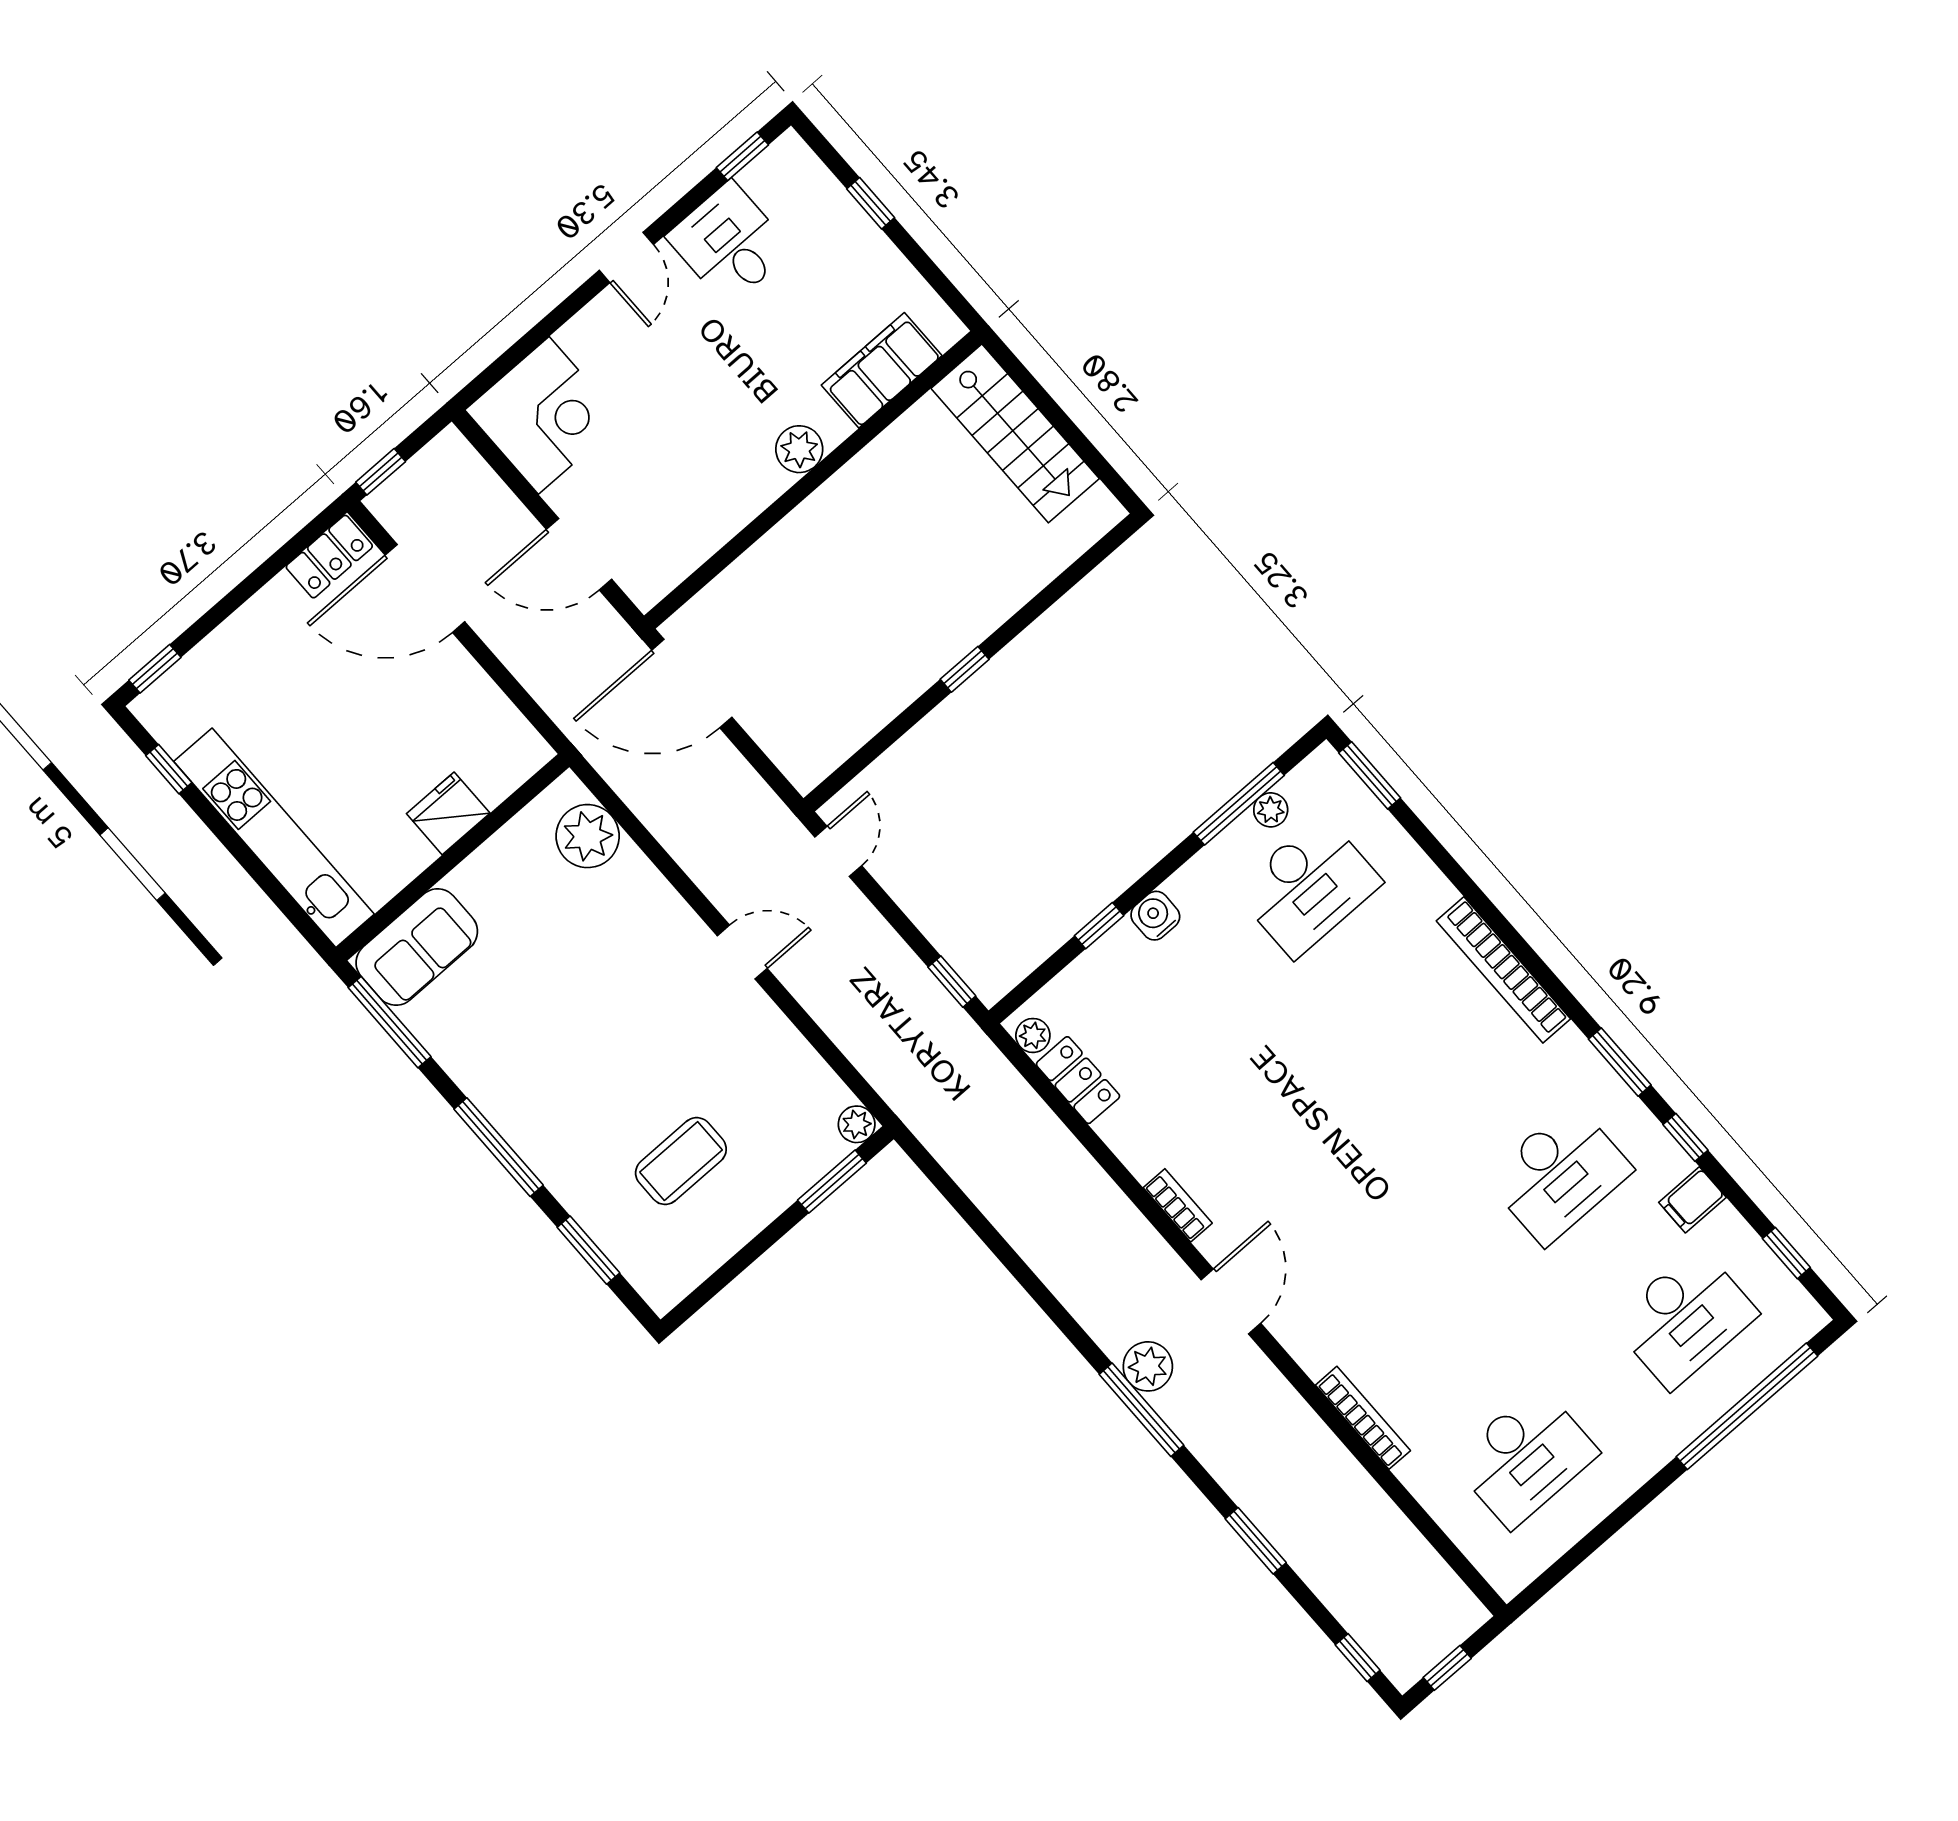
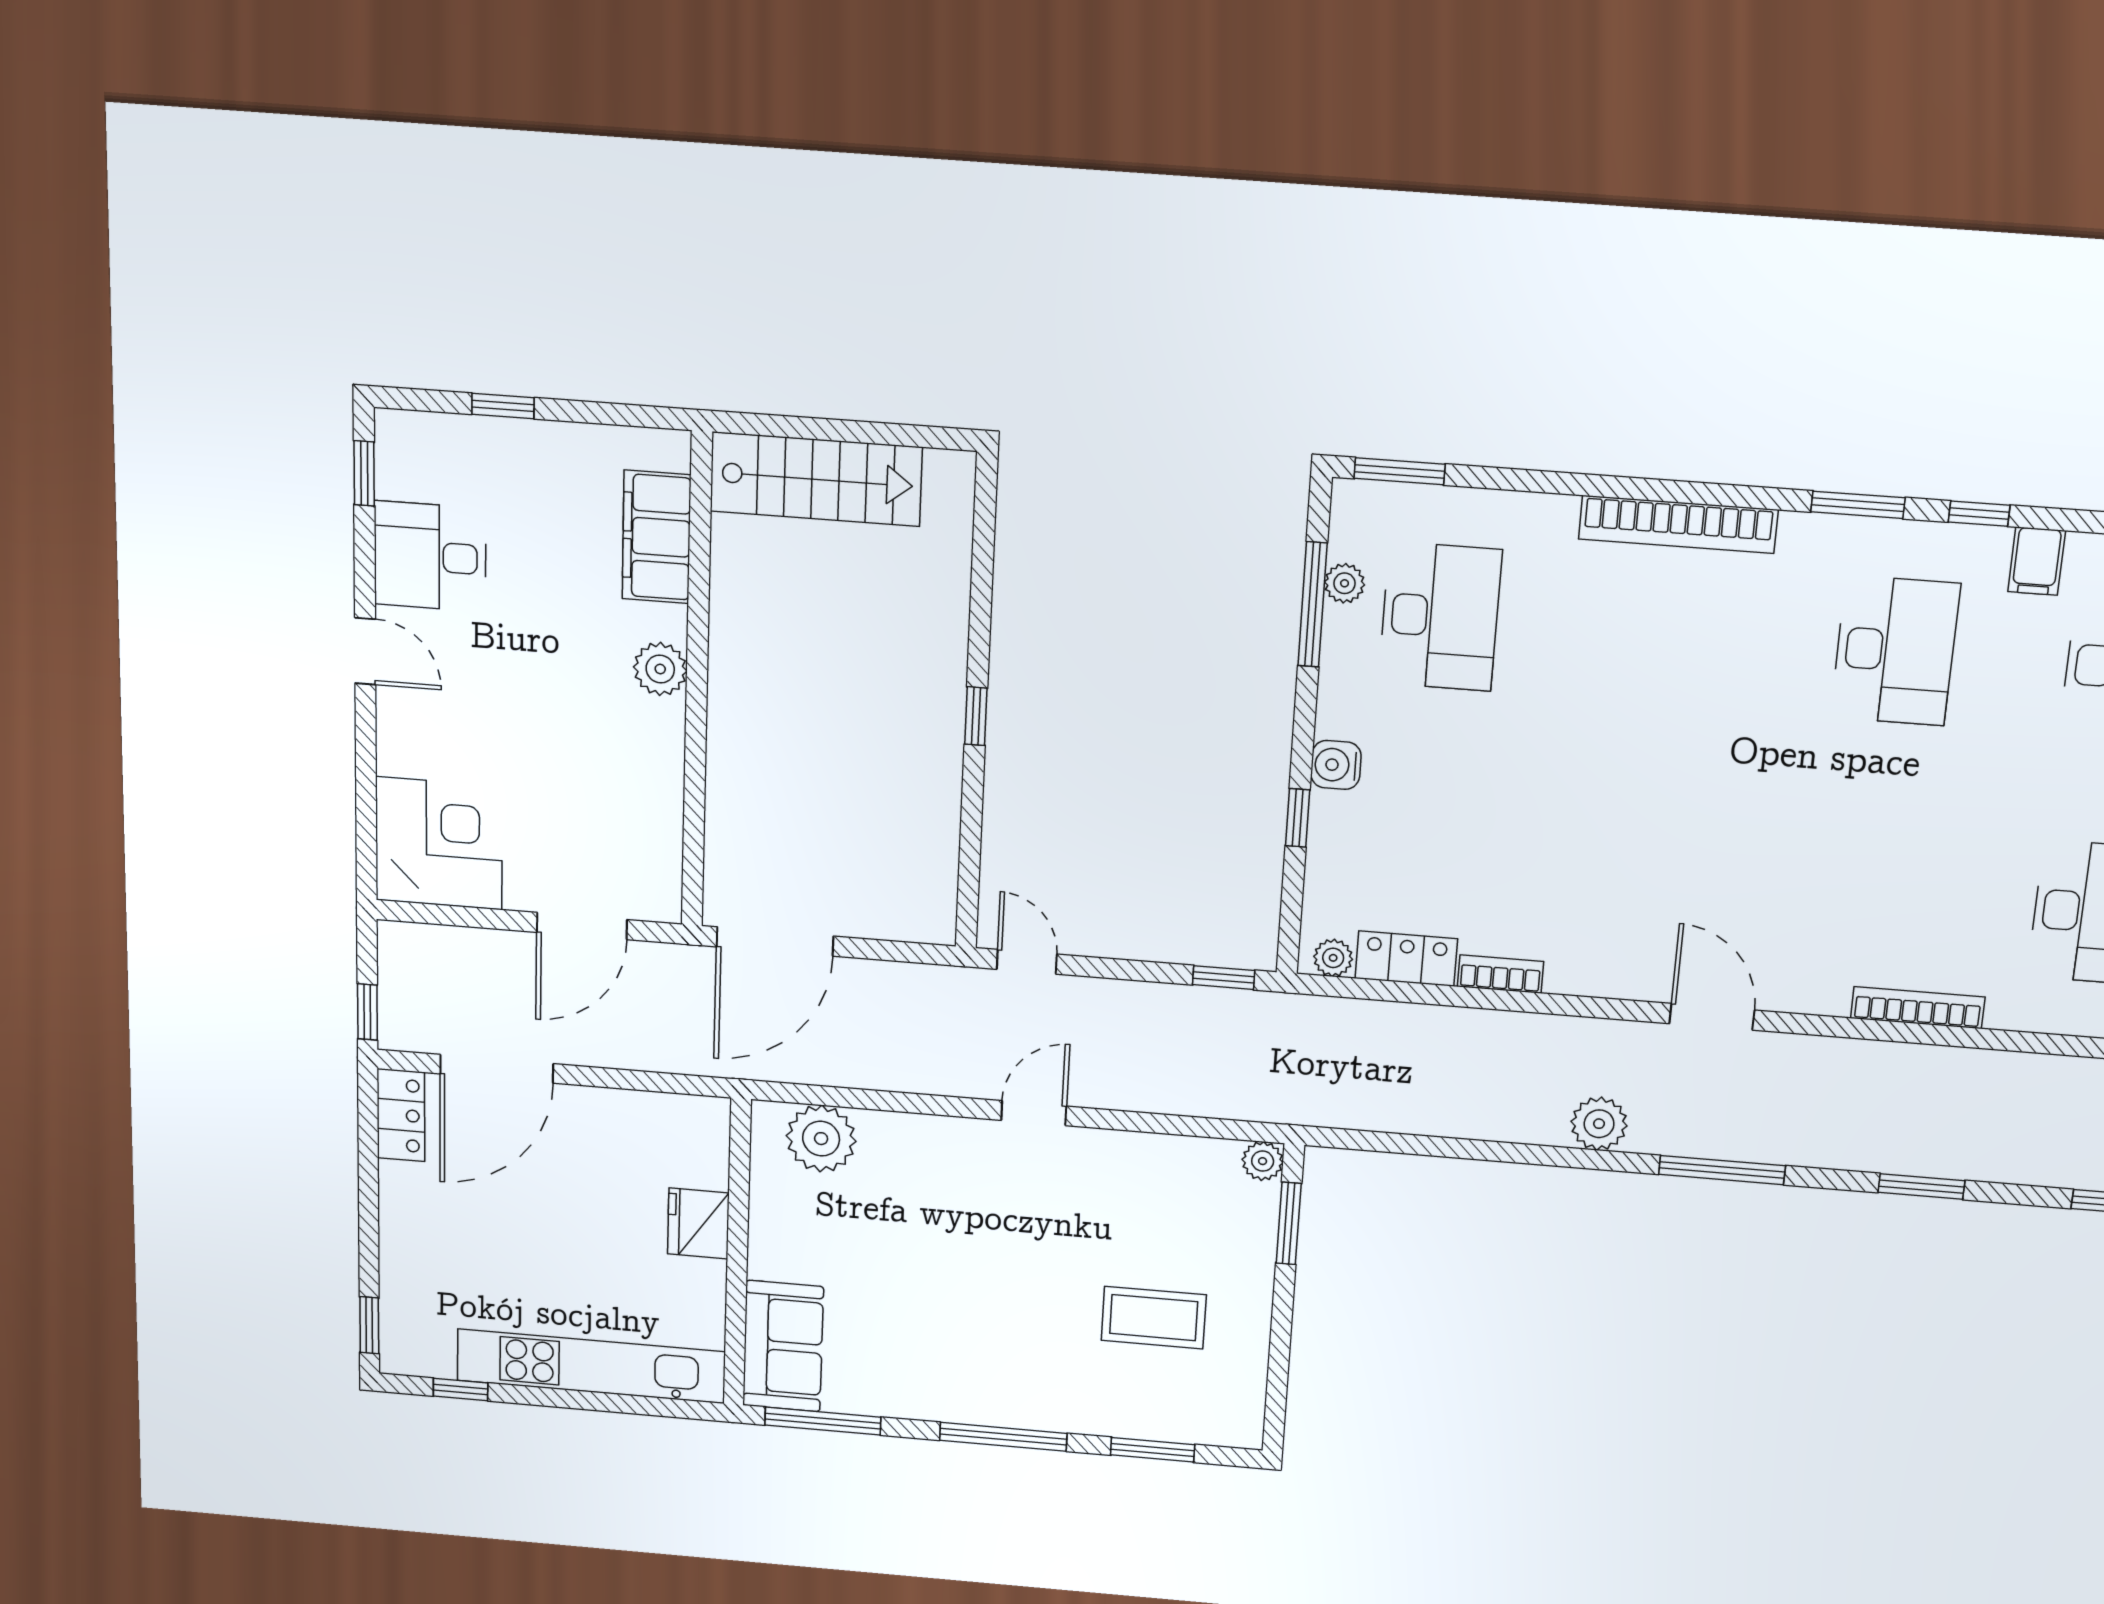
coffee table: (681, 1161) -> (1154, 1318), turned 90
bookcase: (1178, 1205) -> (1501, 974), moved
plant: (1148, 1366) -> (1599, 1124), moved

